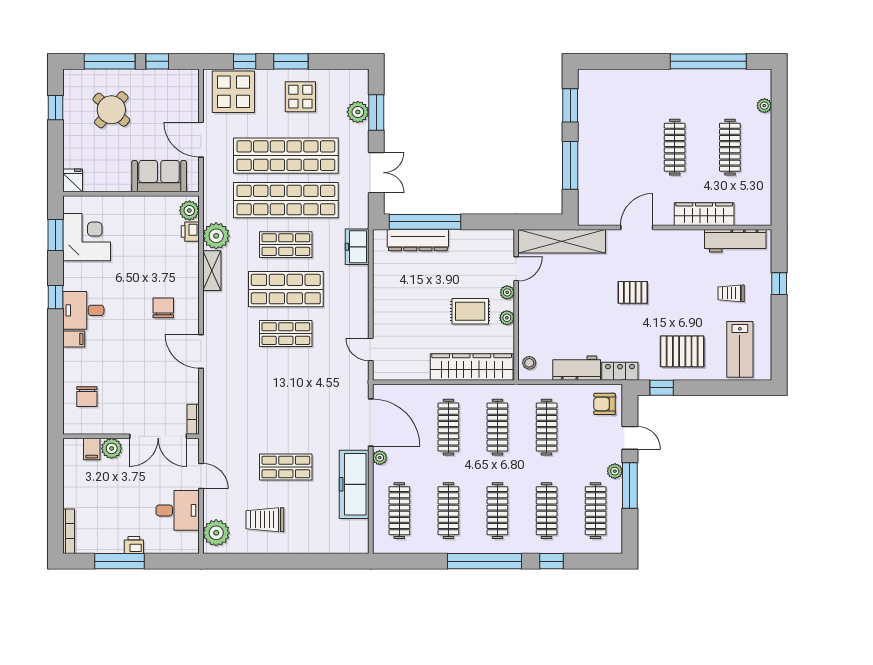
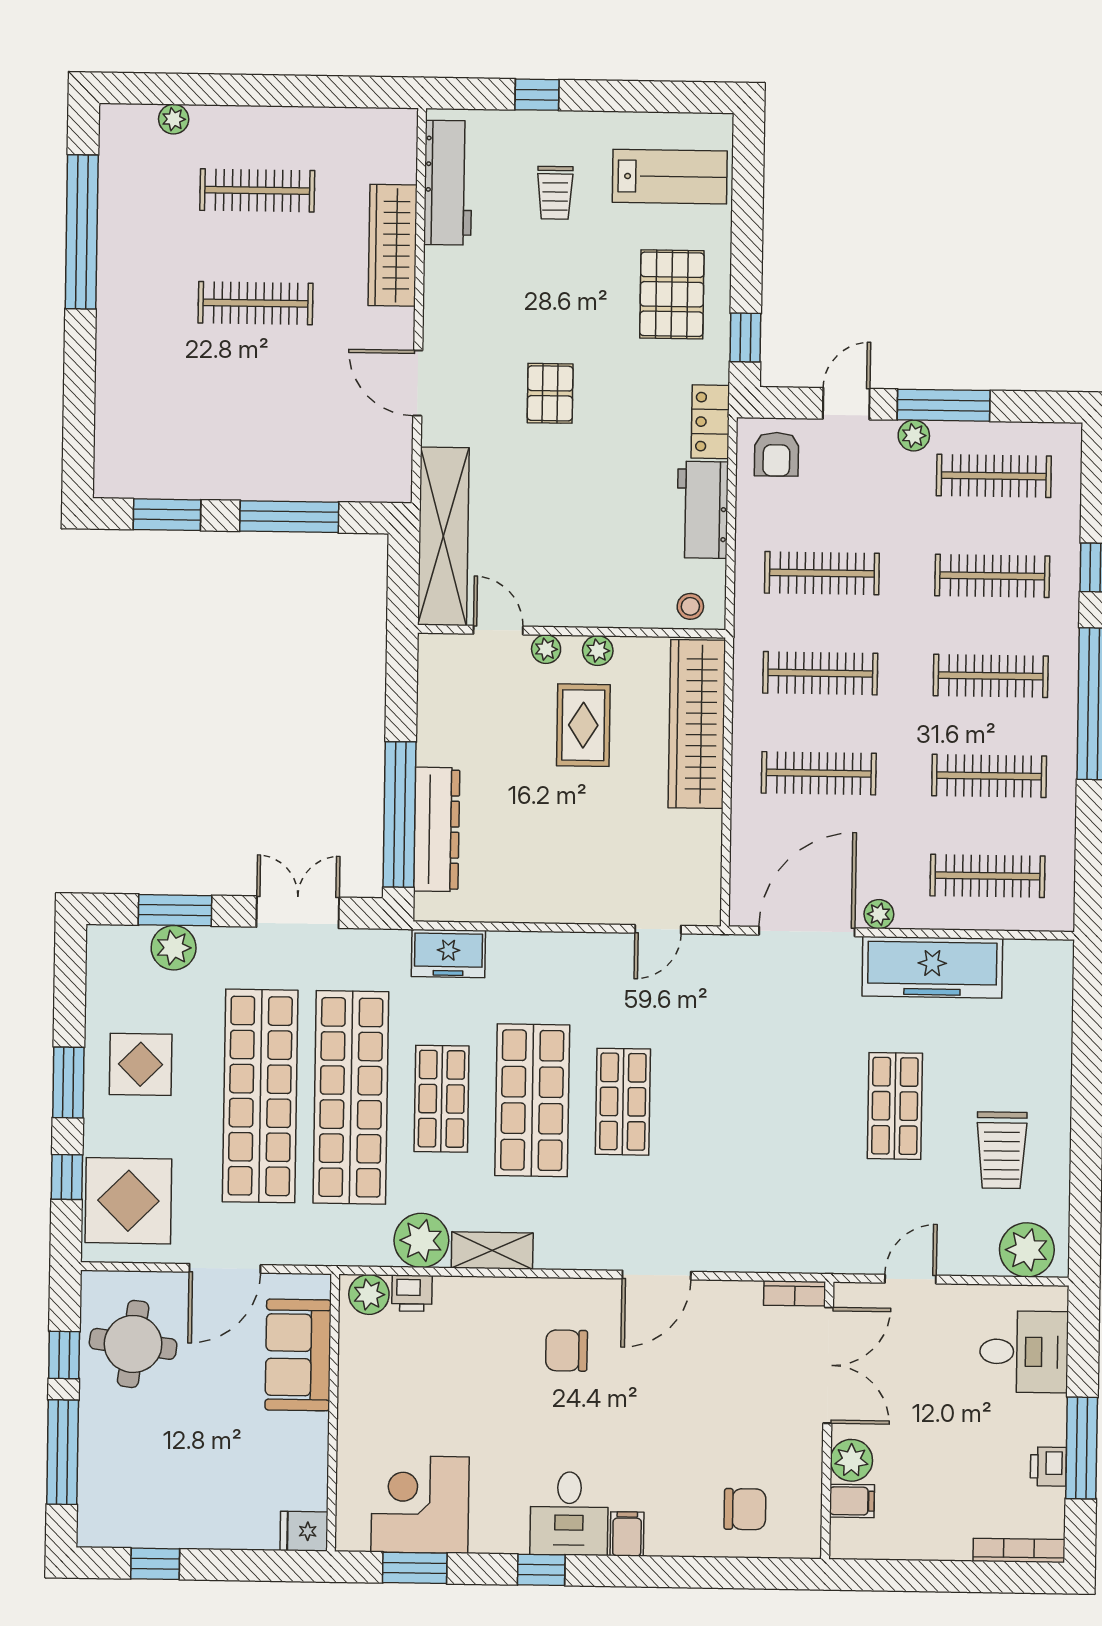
round table: (111, 110) -> (133, 1344), moved, turned -34
desk: (178, 510) -> (1024, 1352), moved, turned 90
printer: (134, 545) -> (1048, 1467), moved

